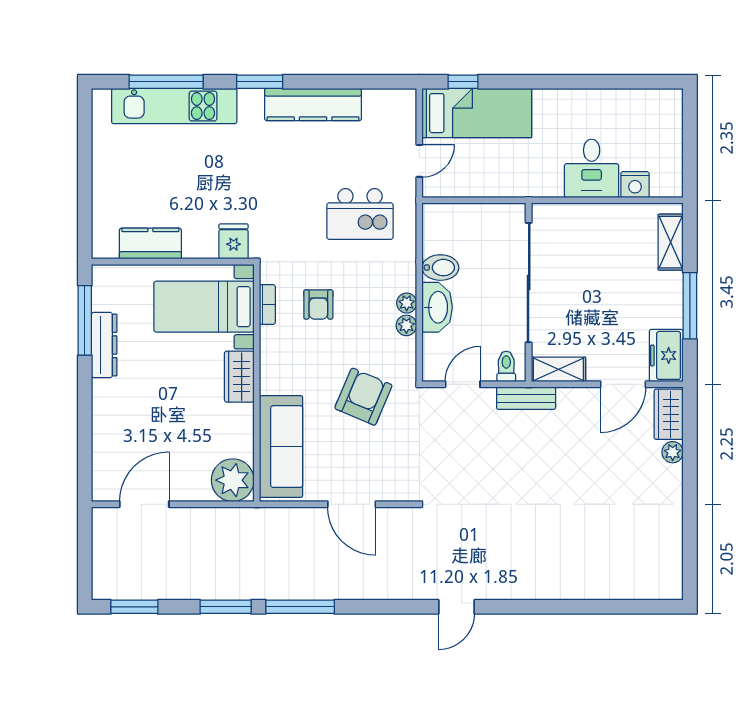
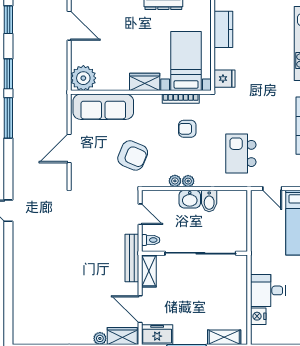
bookcase: (267, 304) -> (181, 99), width x1.56
washbasin: (437, 307) -> (190, 199), width x0.72
bench: (526, 398) -> (132, 258), width x1.36

